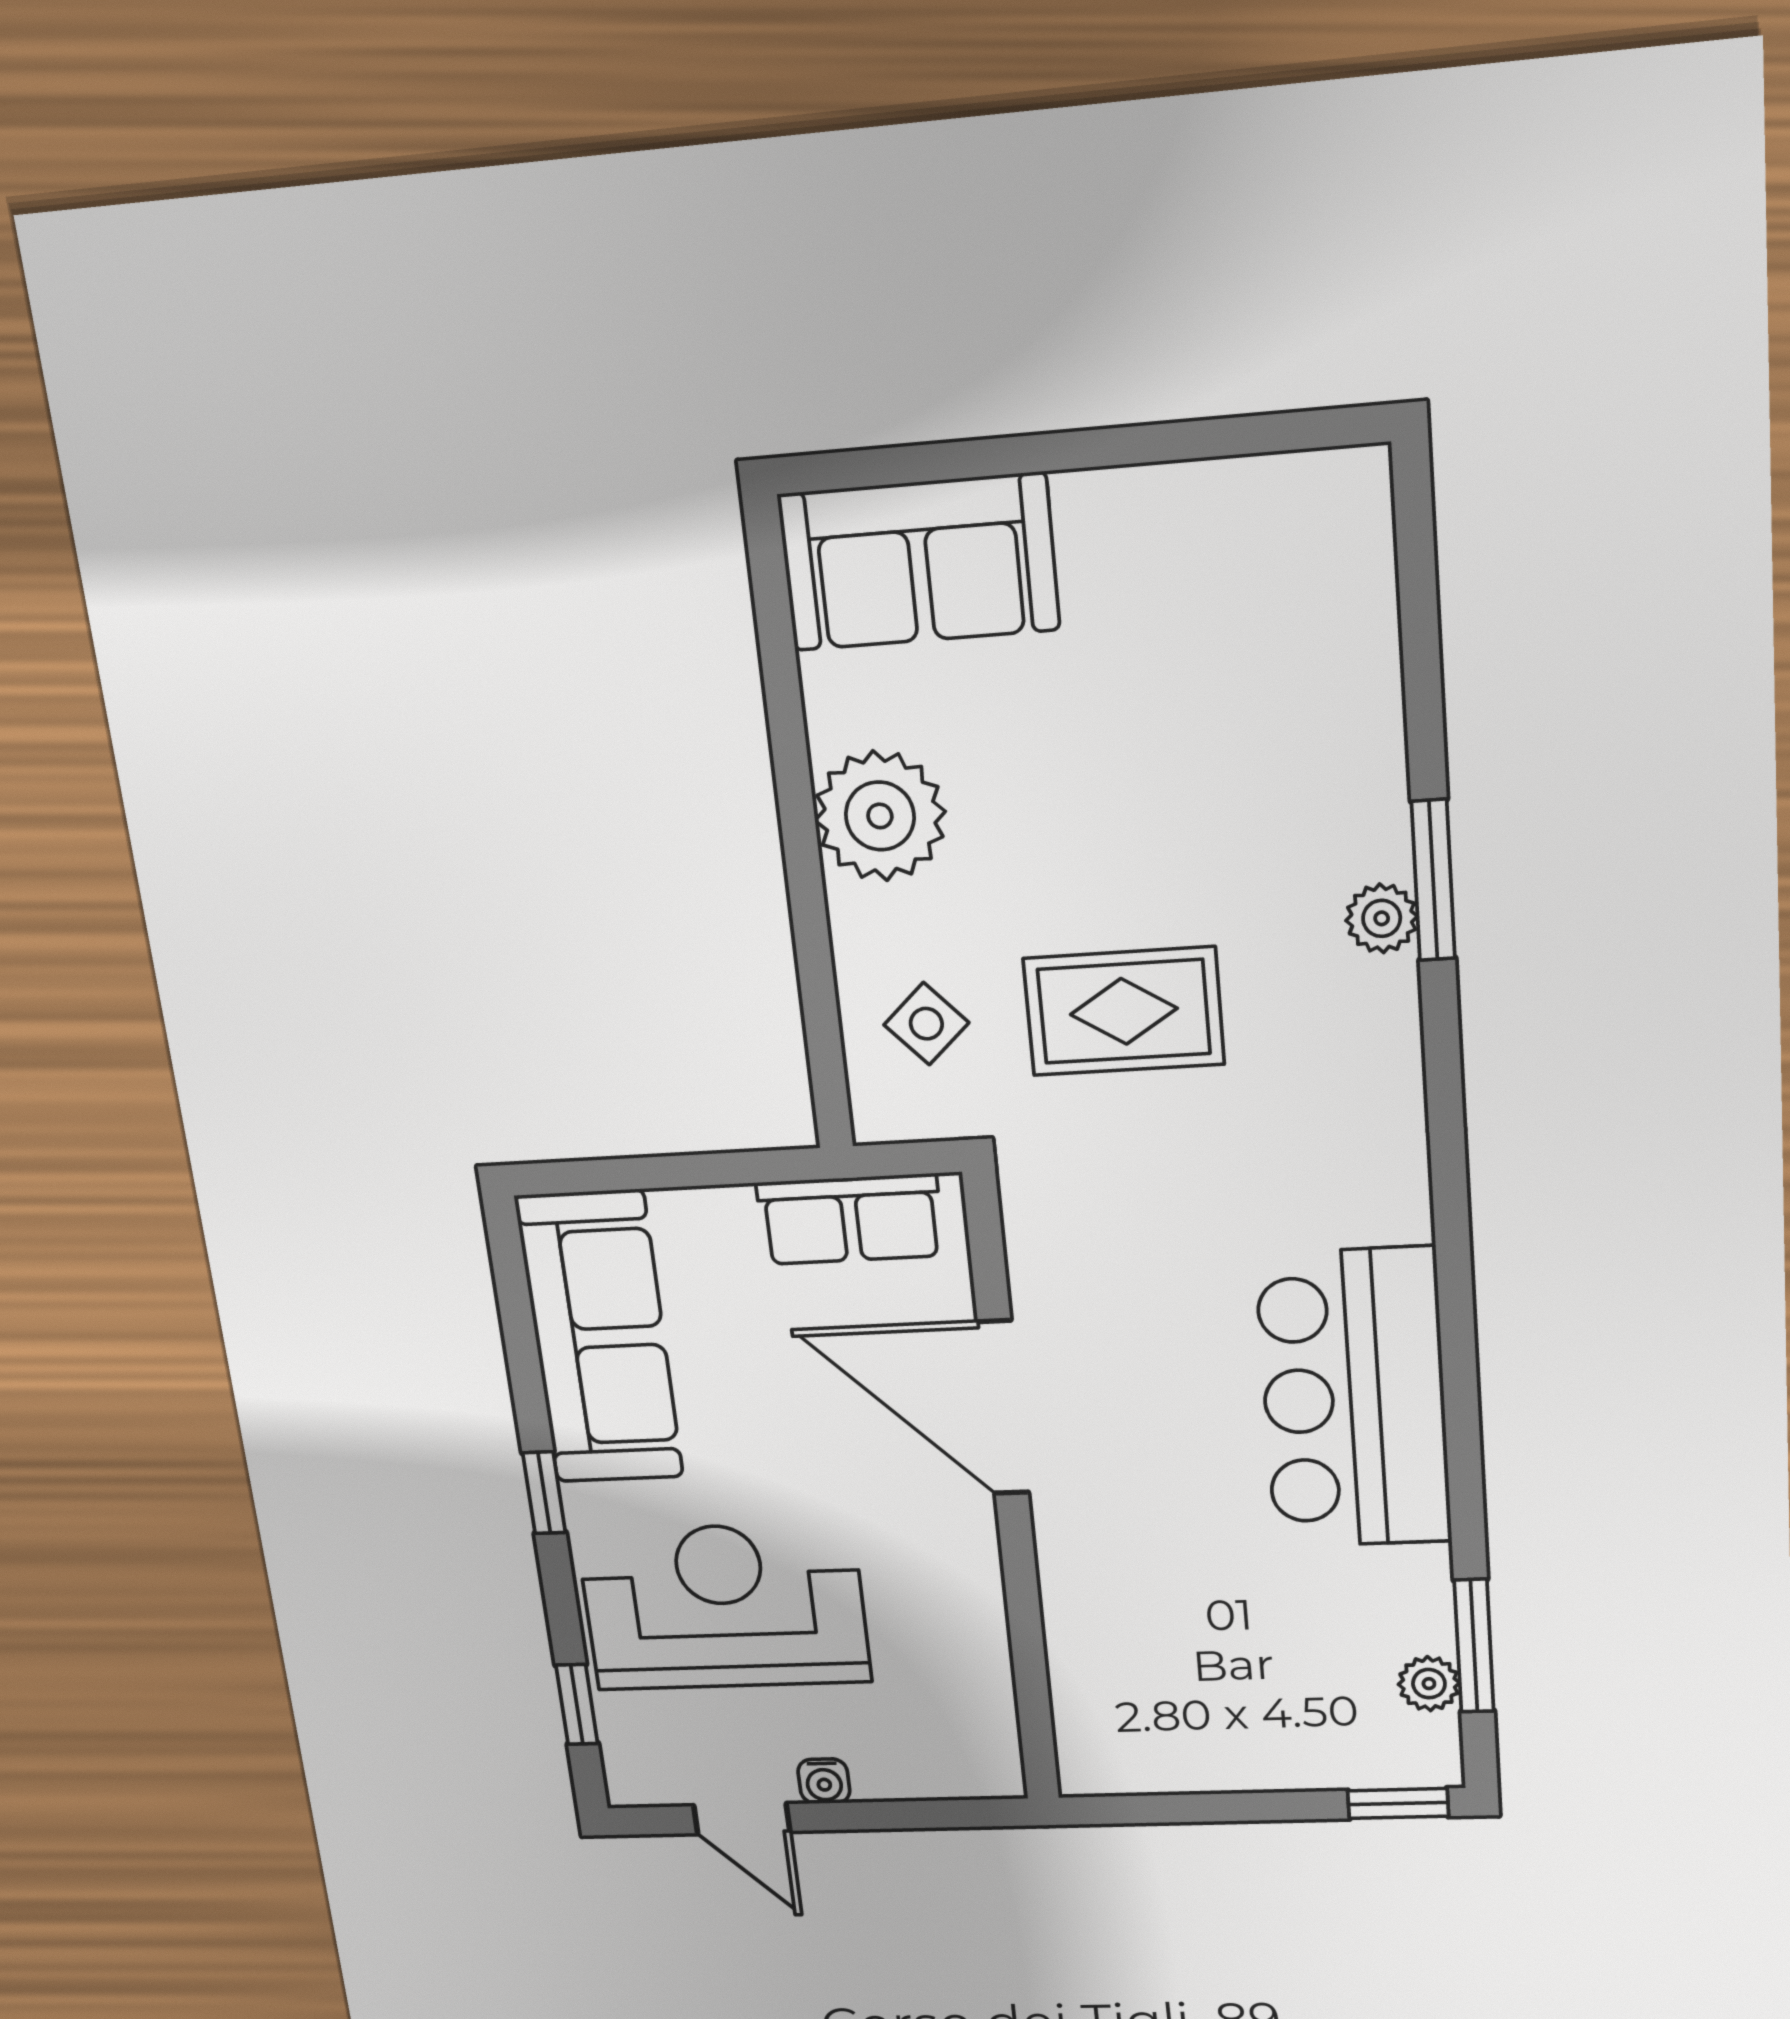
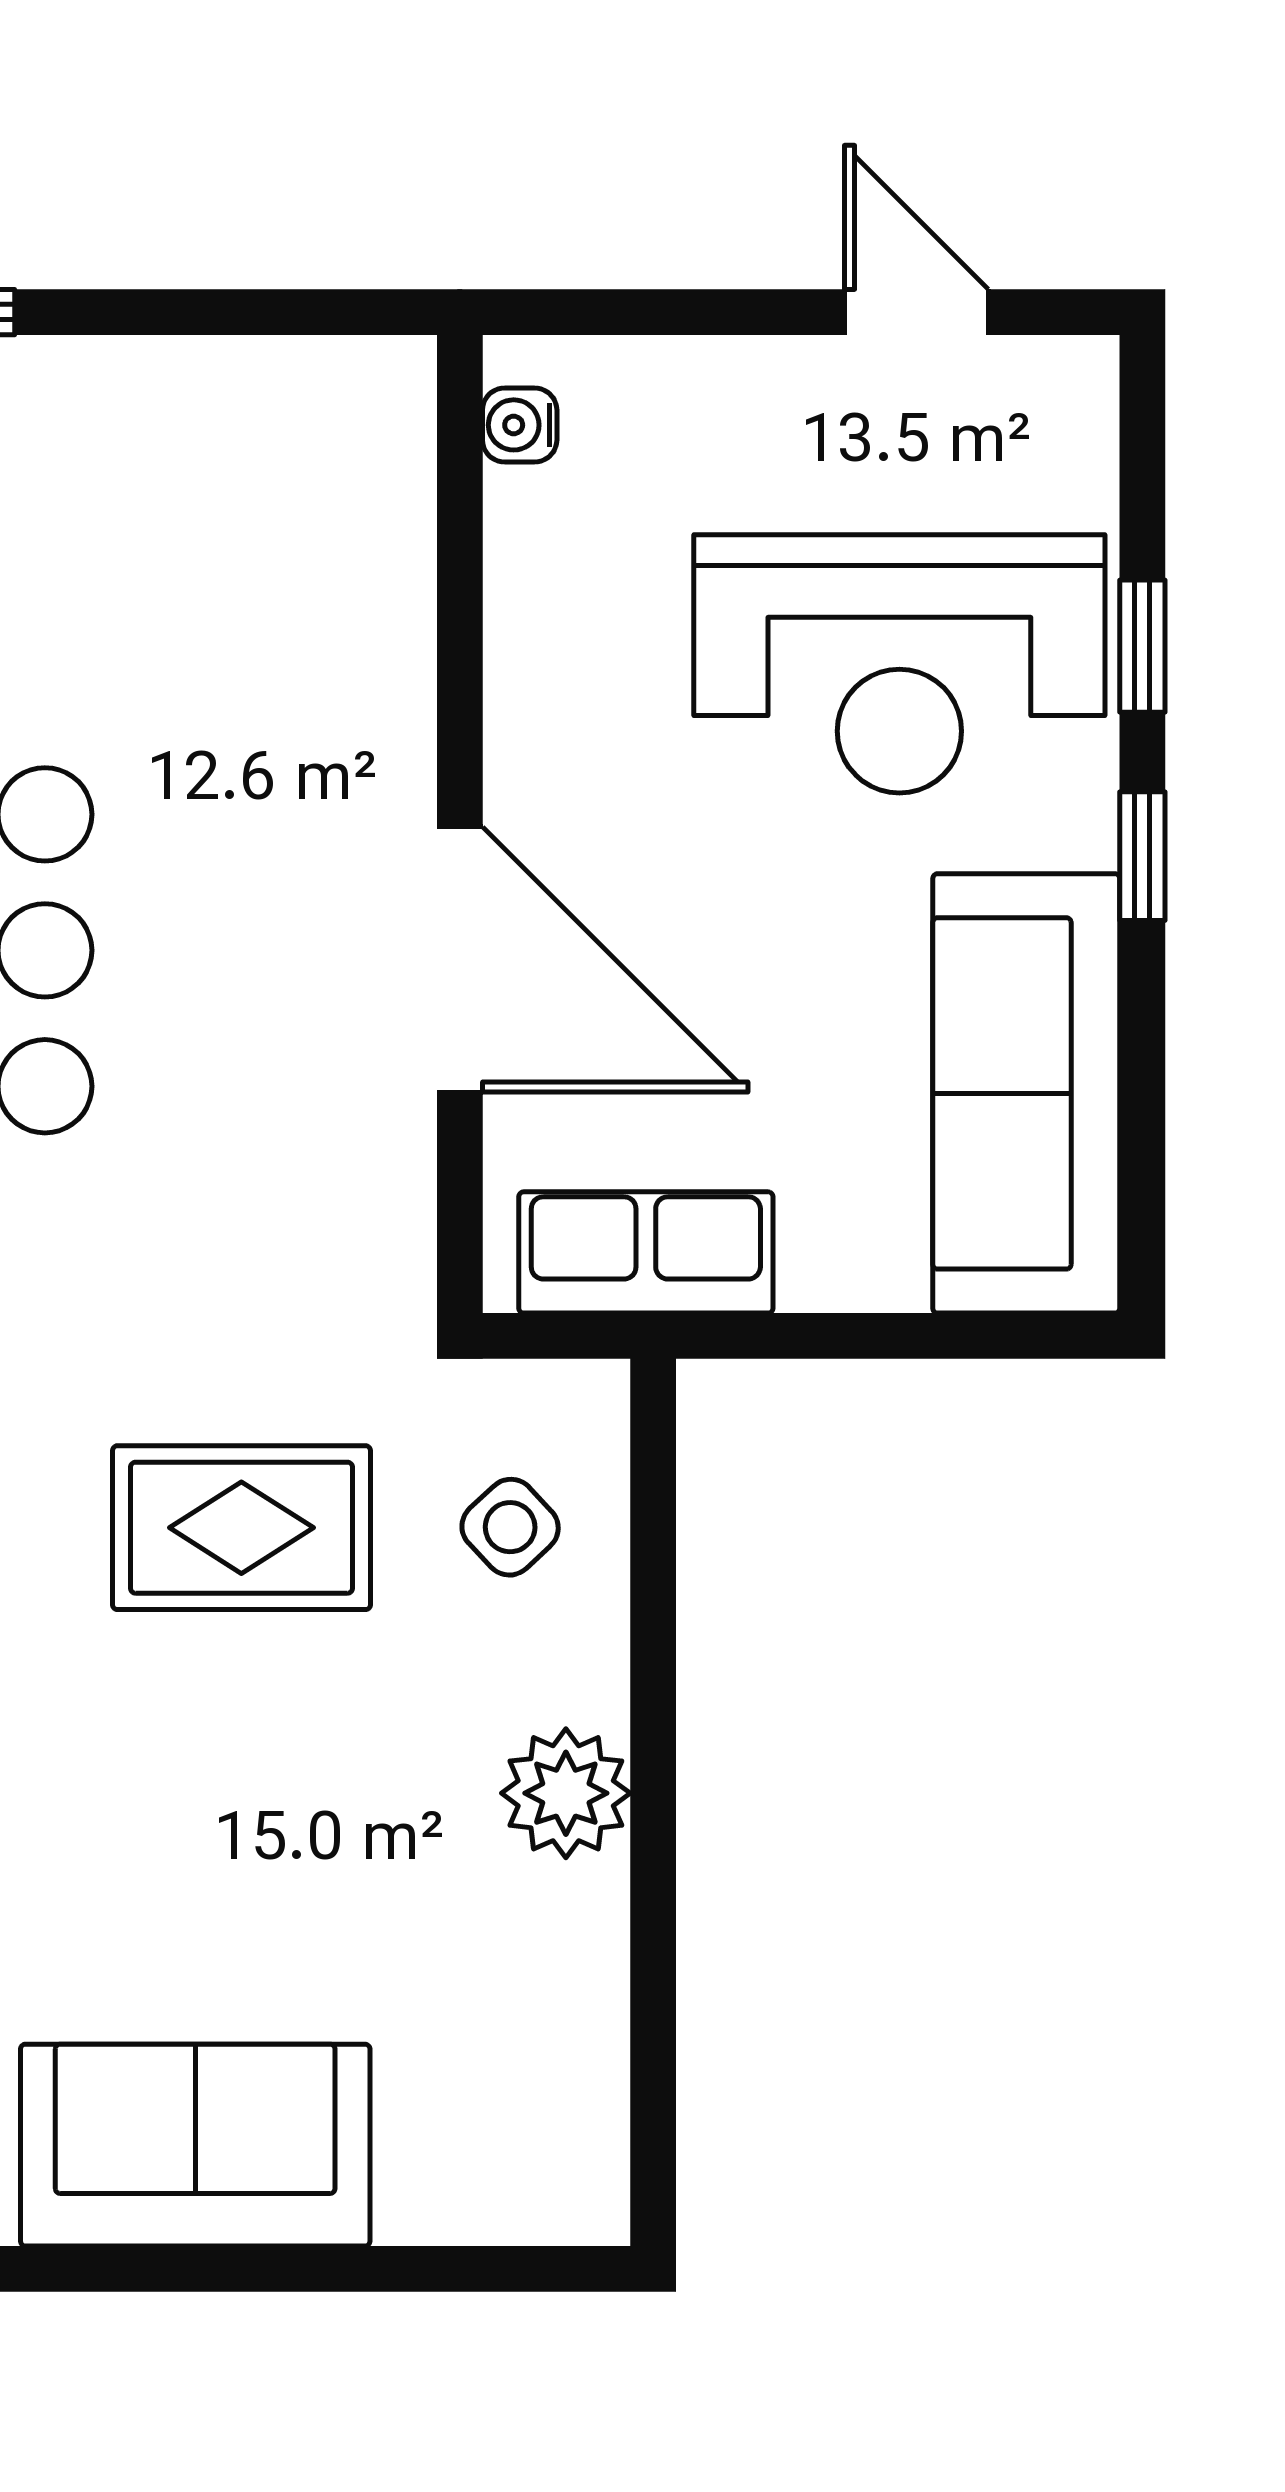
sofa: (919, 562) -> (195, 2145), moved
plant: (880, 816) -> (566, 1793), width x0.73, depth x0.73
window: (577, 1704) -> (1142, 646), moved
water cooler: (824, 1781) -> (520, 425), moved, turned -90

